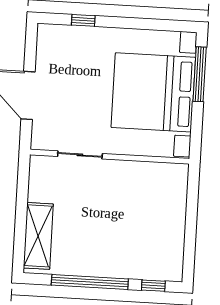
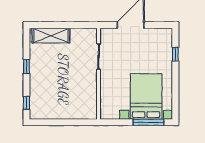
bed with nightstands: (153, 92) -> (146, 96), width x0.73
window: (90, 282) -> (26, 67), width x0.32

